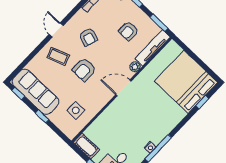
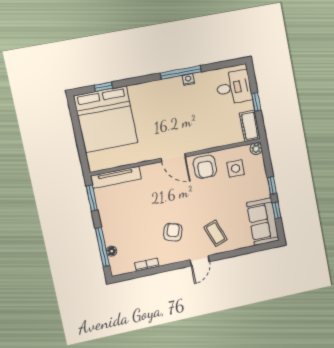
armchair: (129, 31) -> (129, 211), removed
plant: (135, 67) -> (256, 149), moved
armchair: (84, 70) -> (205, 167), moved, turned 90
sofa: (36, 92) -> (263, 222), width x0.73
window: (18, 93) -> (276, 210), moved

